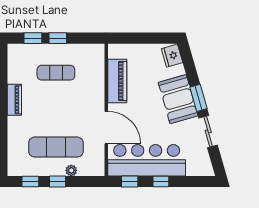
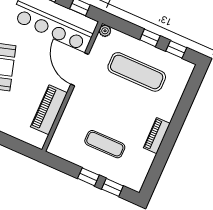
plant: (71, 170) -> (105, 31), moved

